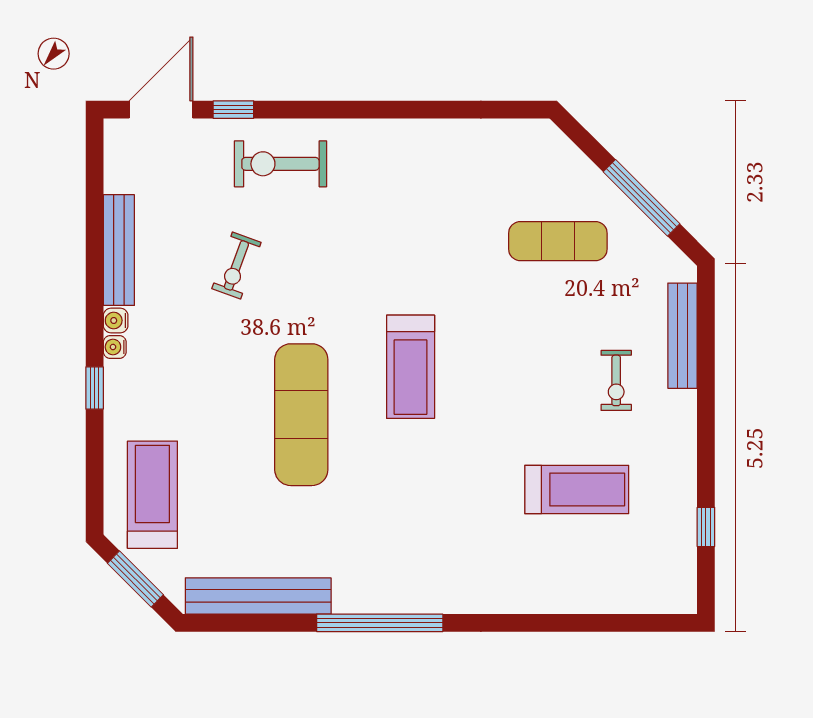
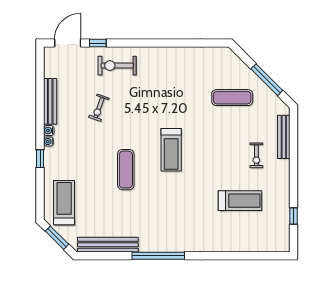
exercise mat: (301, 415) -> (126, 170), width x0.73, depth x0.69

